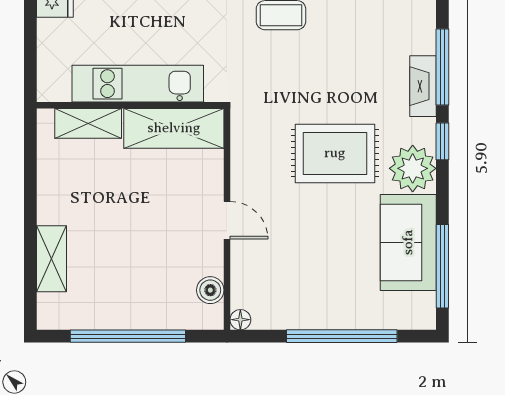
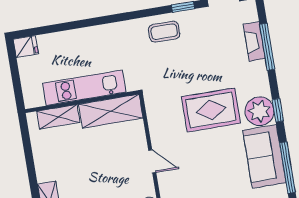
fireplace: (423, 86) -> (254, 41), moved
window: (442, 141) -> (278, 110), moved

